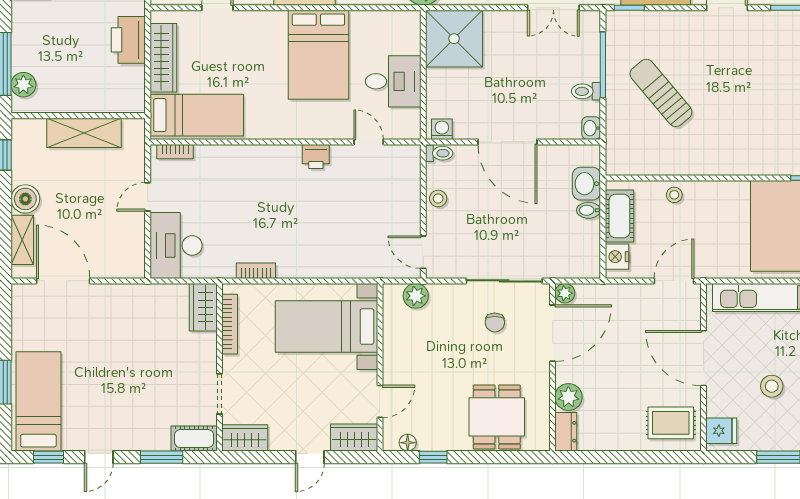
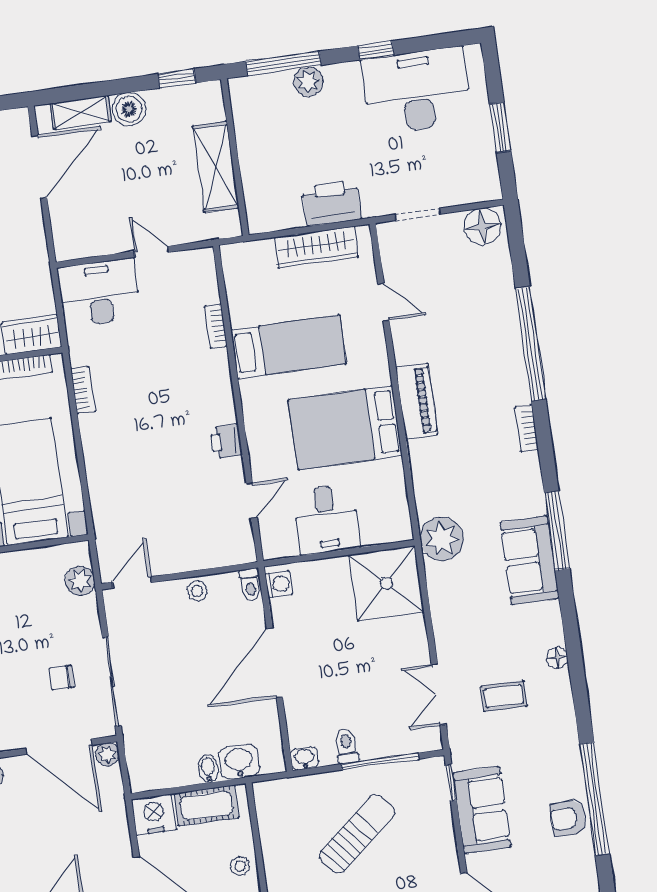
plant: (23, 85) -> (308, 82), moved
bed: (197, 115) -> (288, 347), moved, turned -90
bookcase: (175, 152) -> (216, 326), moved
nightstand: (617, 257) -> (154, 815), width x1.36, depth x1.33

